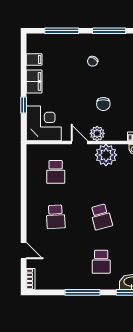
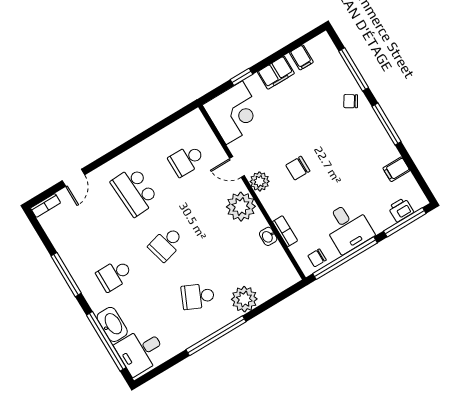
chair: (93, 61) -> (351, 101), moved
door: (79, 142) -> (237, 167), swing flipped
school desk: (56, 217) -> (135, 191), width x1.85

